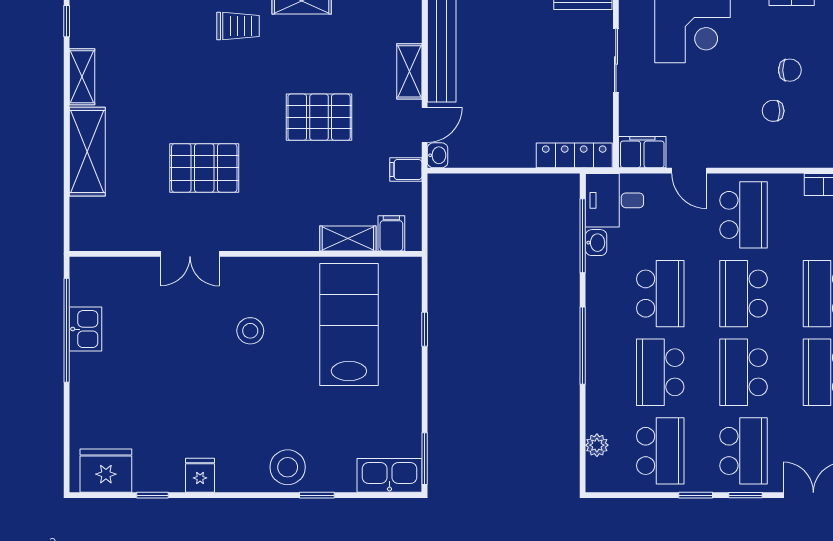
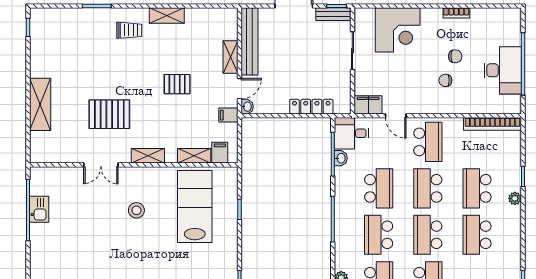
shelving: (82, 77) -> (148, 156), moved, turned 90
pallet: (319, 117) -> (177, 84), width x0.67, depth x0.71
locker: (574, 155) -> (311, 107), moved

